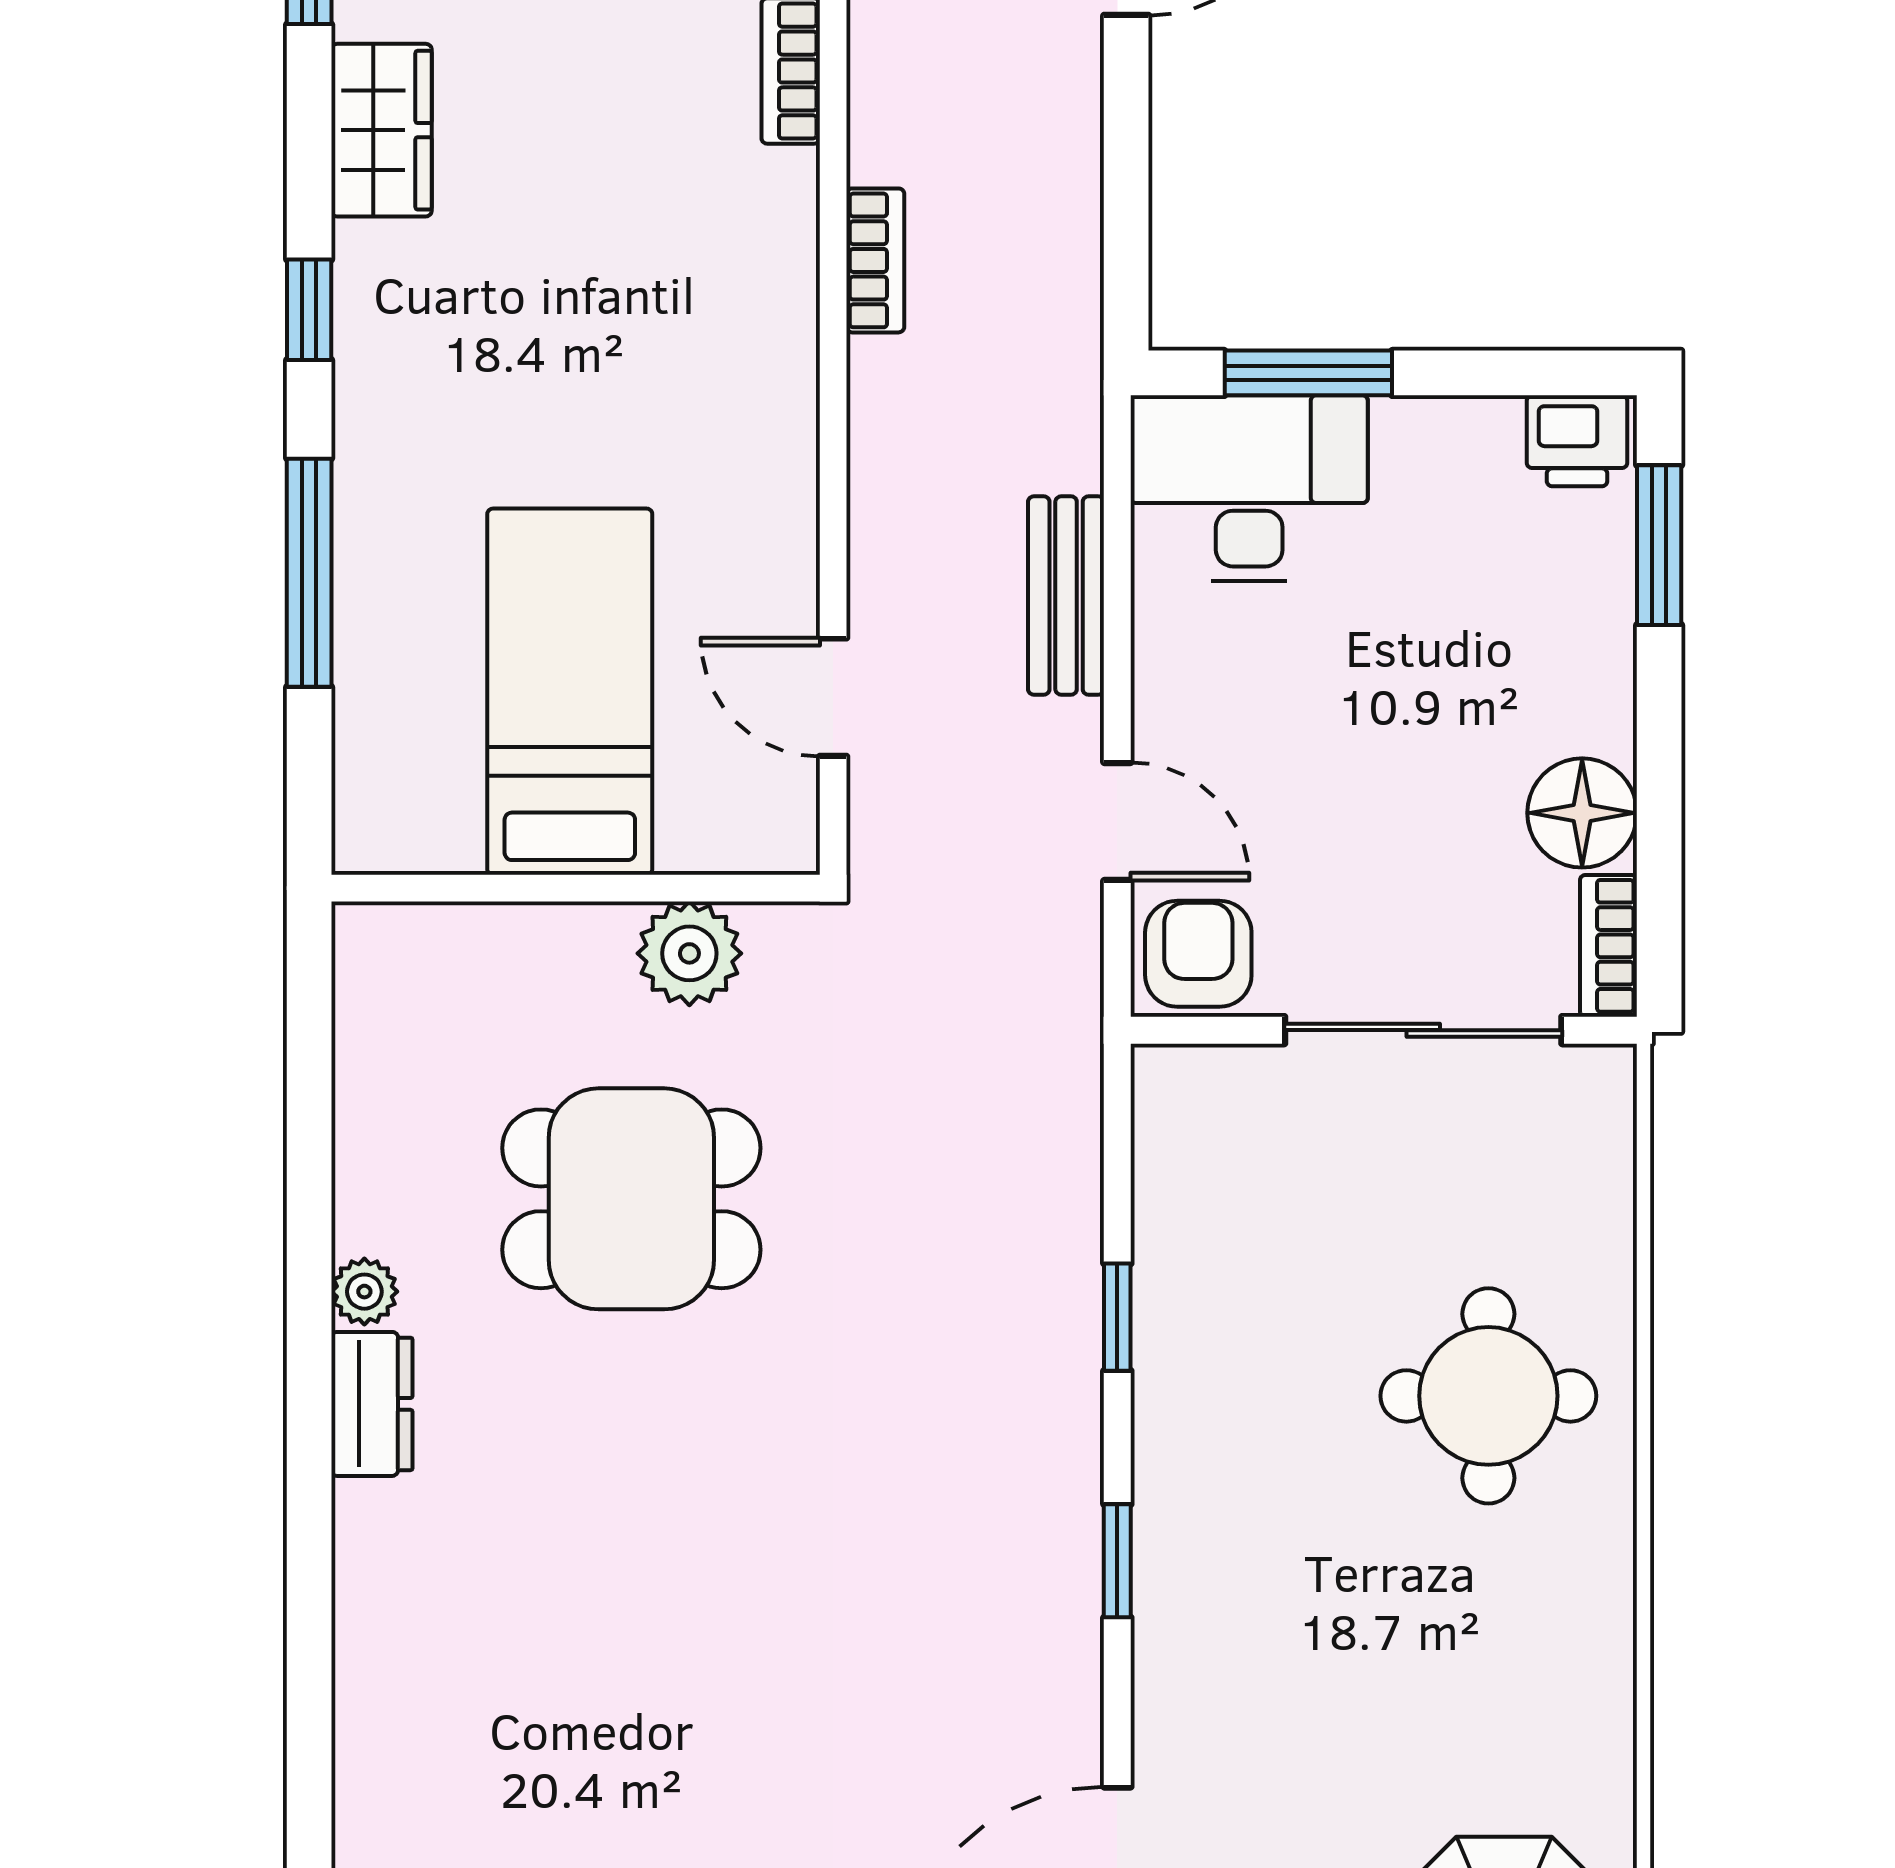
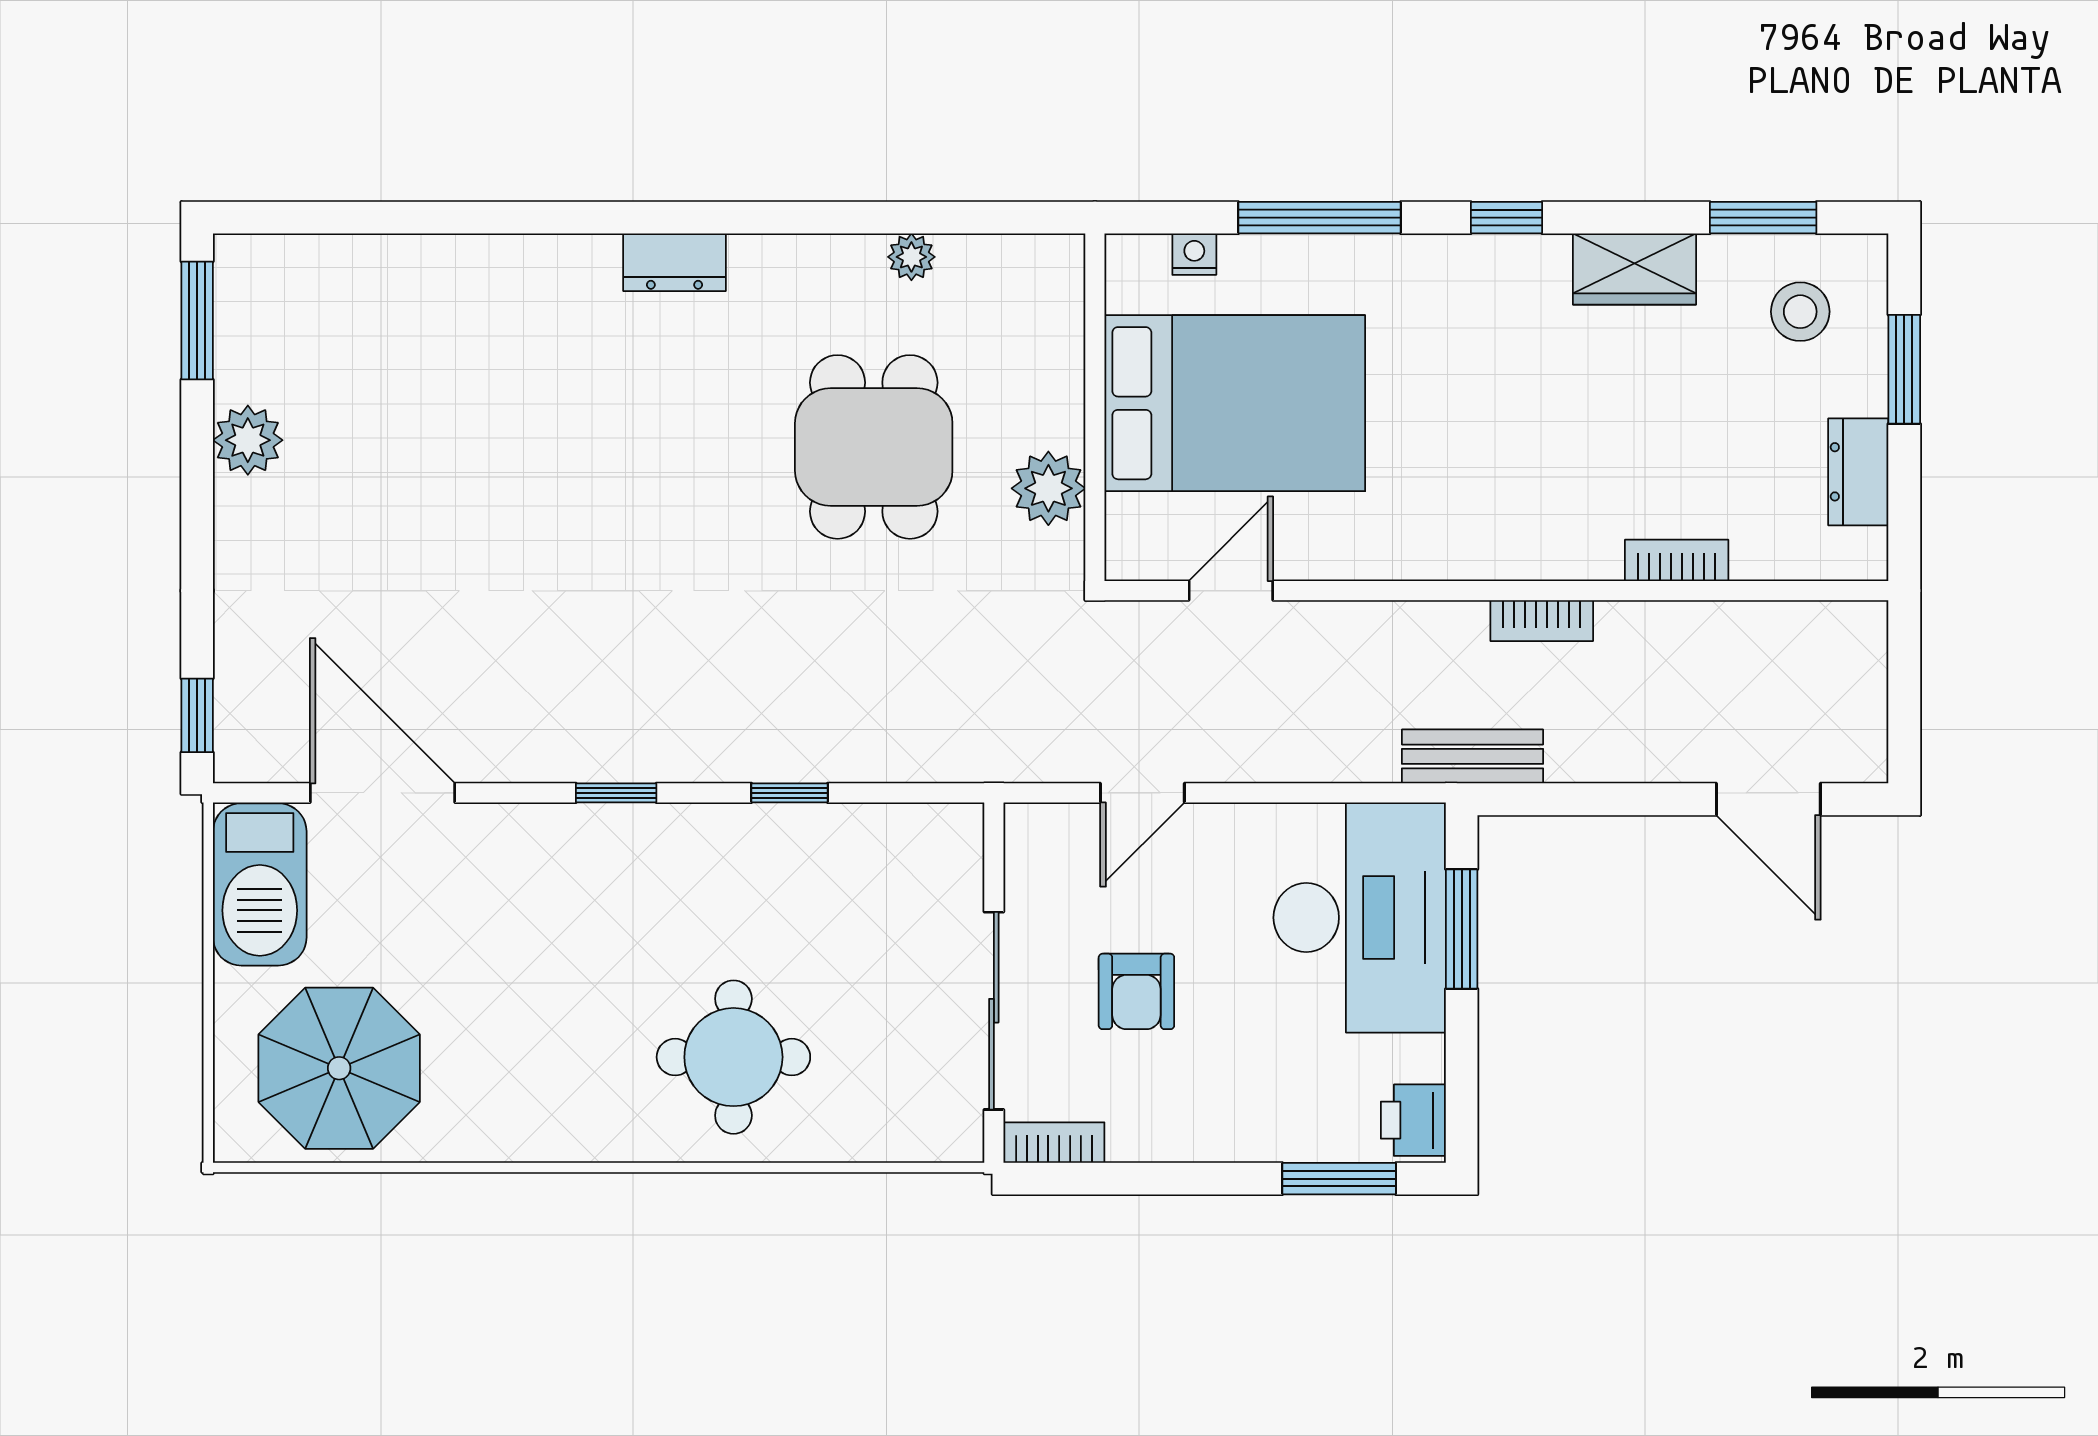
desk: (1249, 488) -> (1360, 918), width x1.36, depth x1.30
bench: (1066, 595) -> (1473, 756), moved
bed: (570, 692) -> (1235, 403), width x1.50
nightstand: (360, 749) -> (1194, 254), added
floor lamp: (1582, 813) -> (1148, 1124), removed
armchair: (1198, 954) -> (1136, 991), moved, turned 90
plant: (364, 1292) -> (911, 257), moved
dresser: (372, 1404) -> (674, 262), moved

